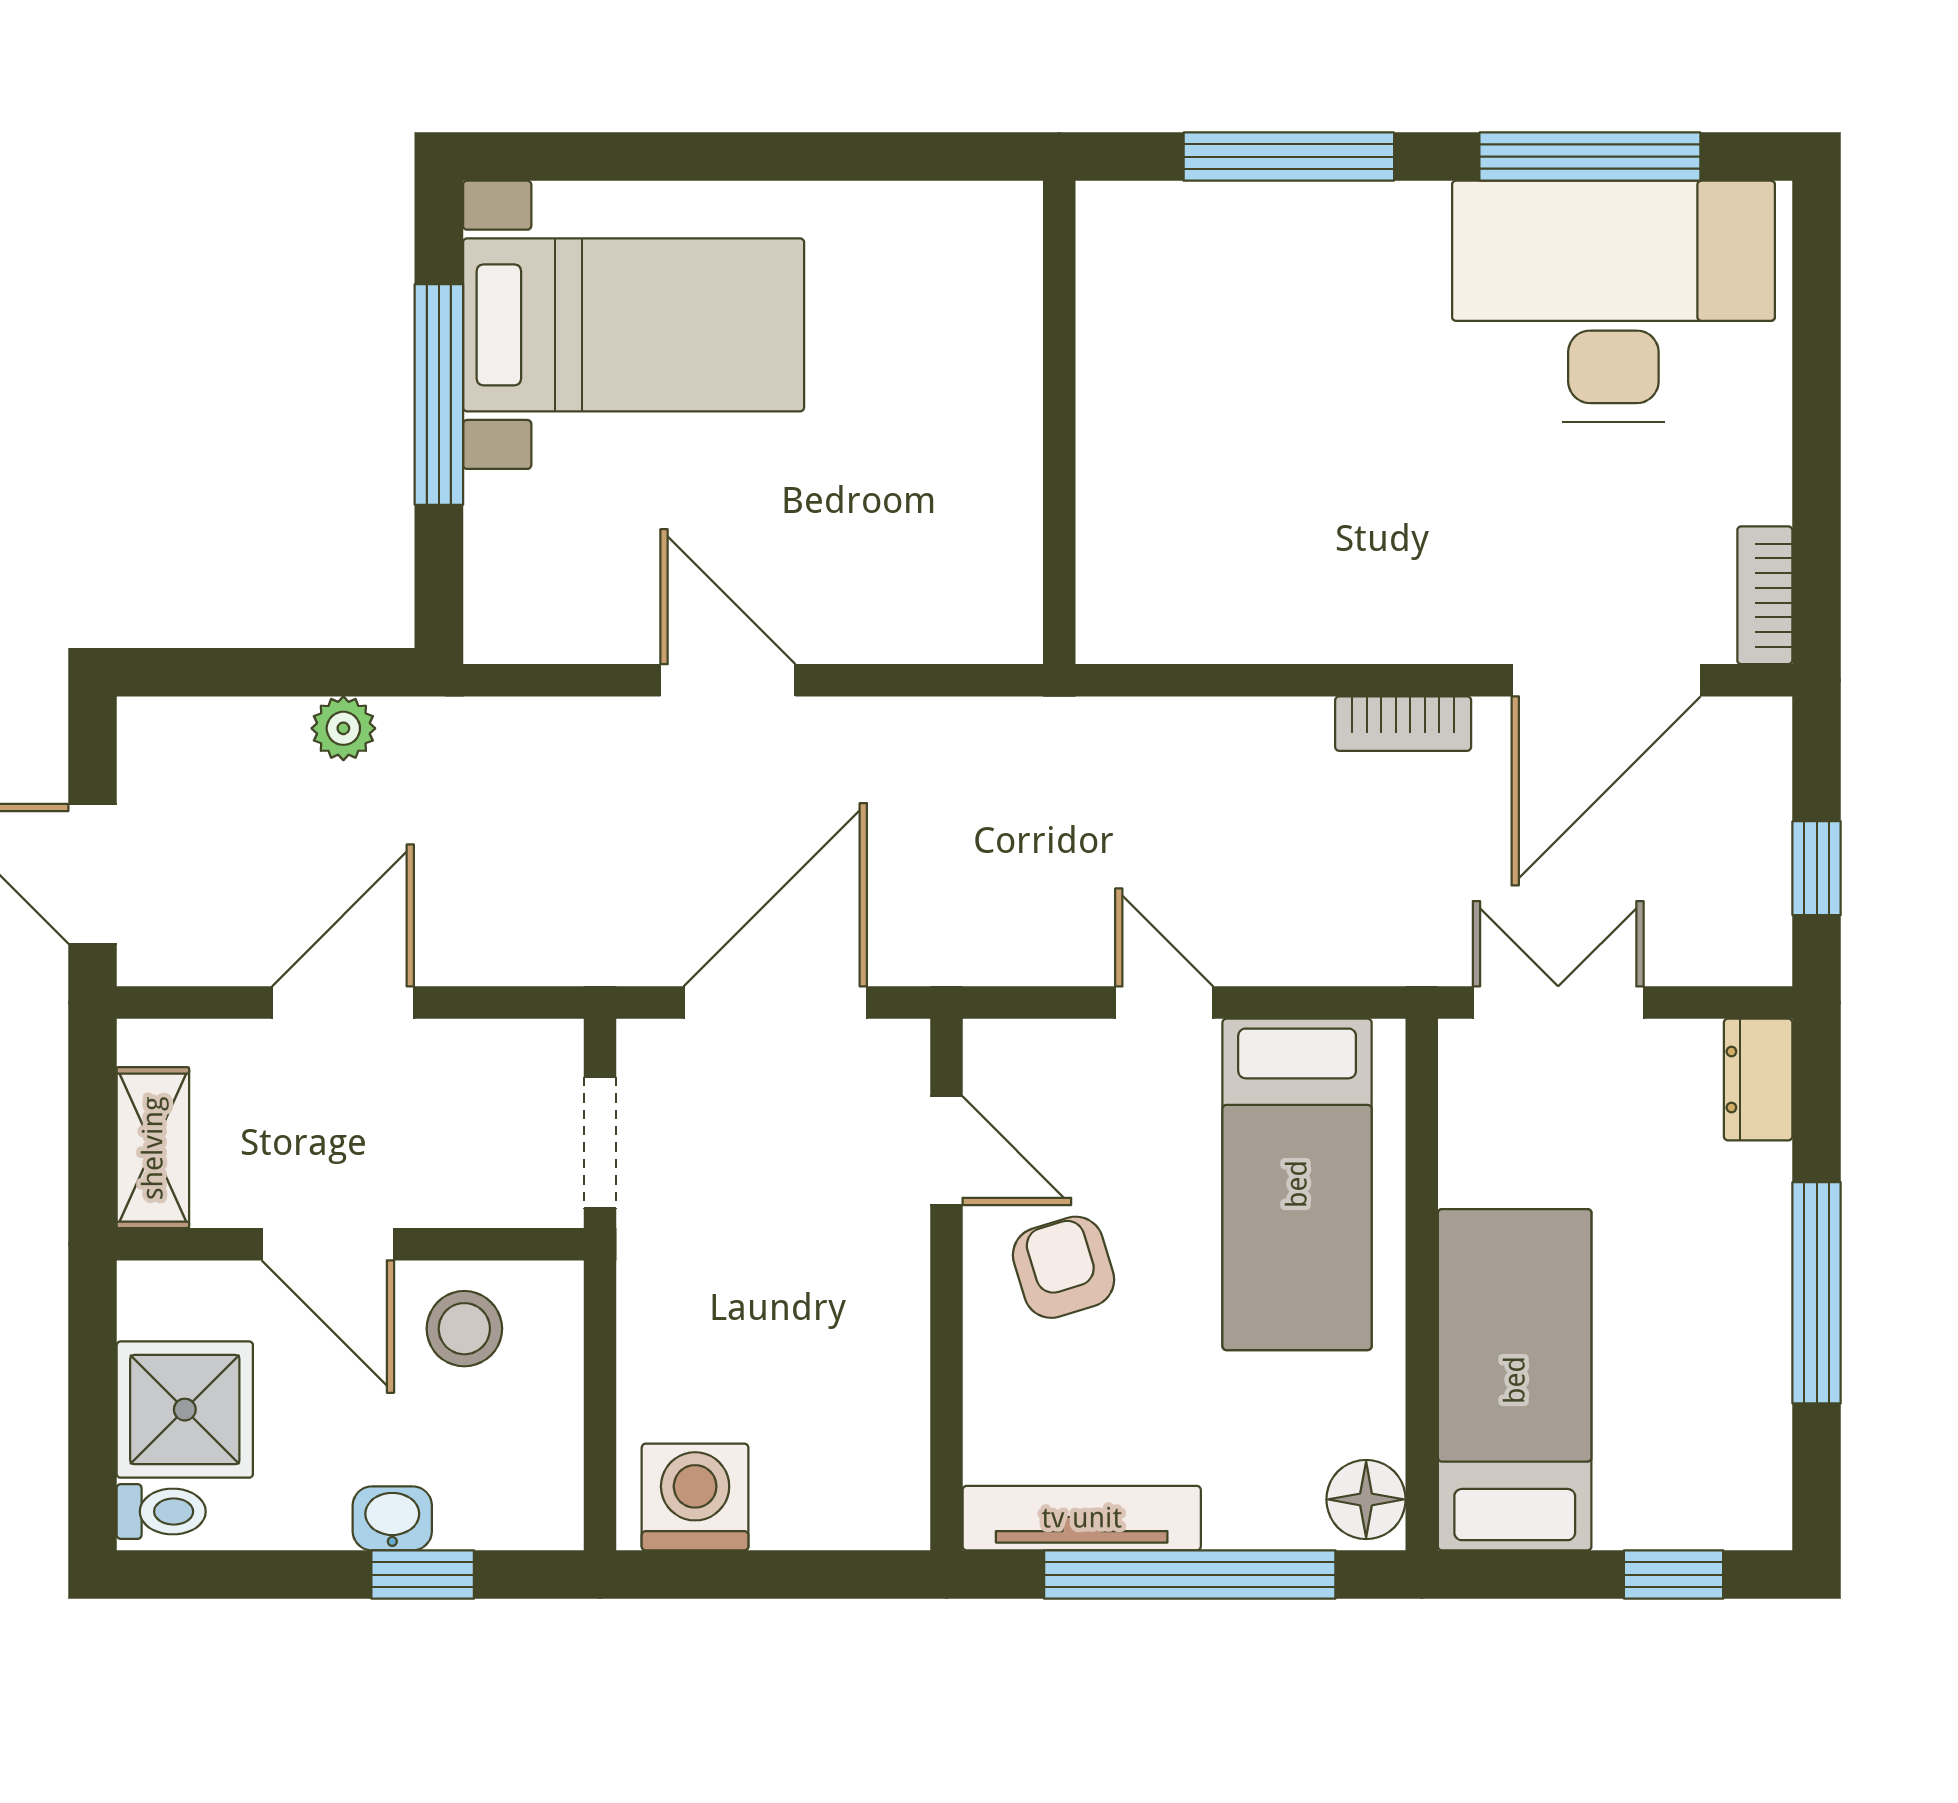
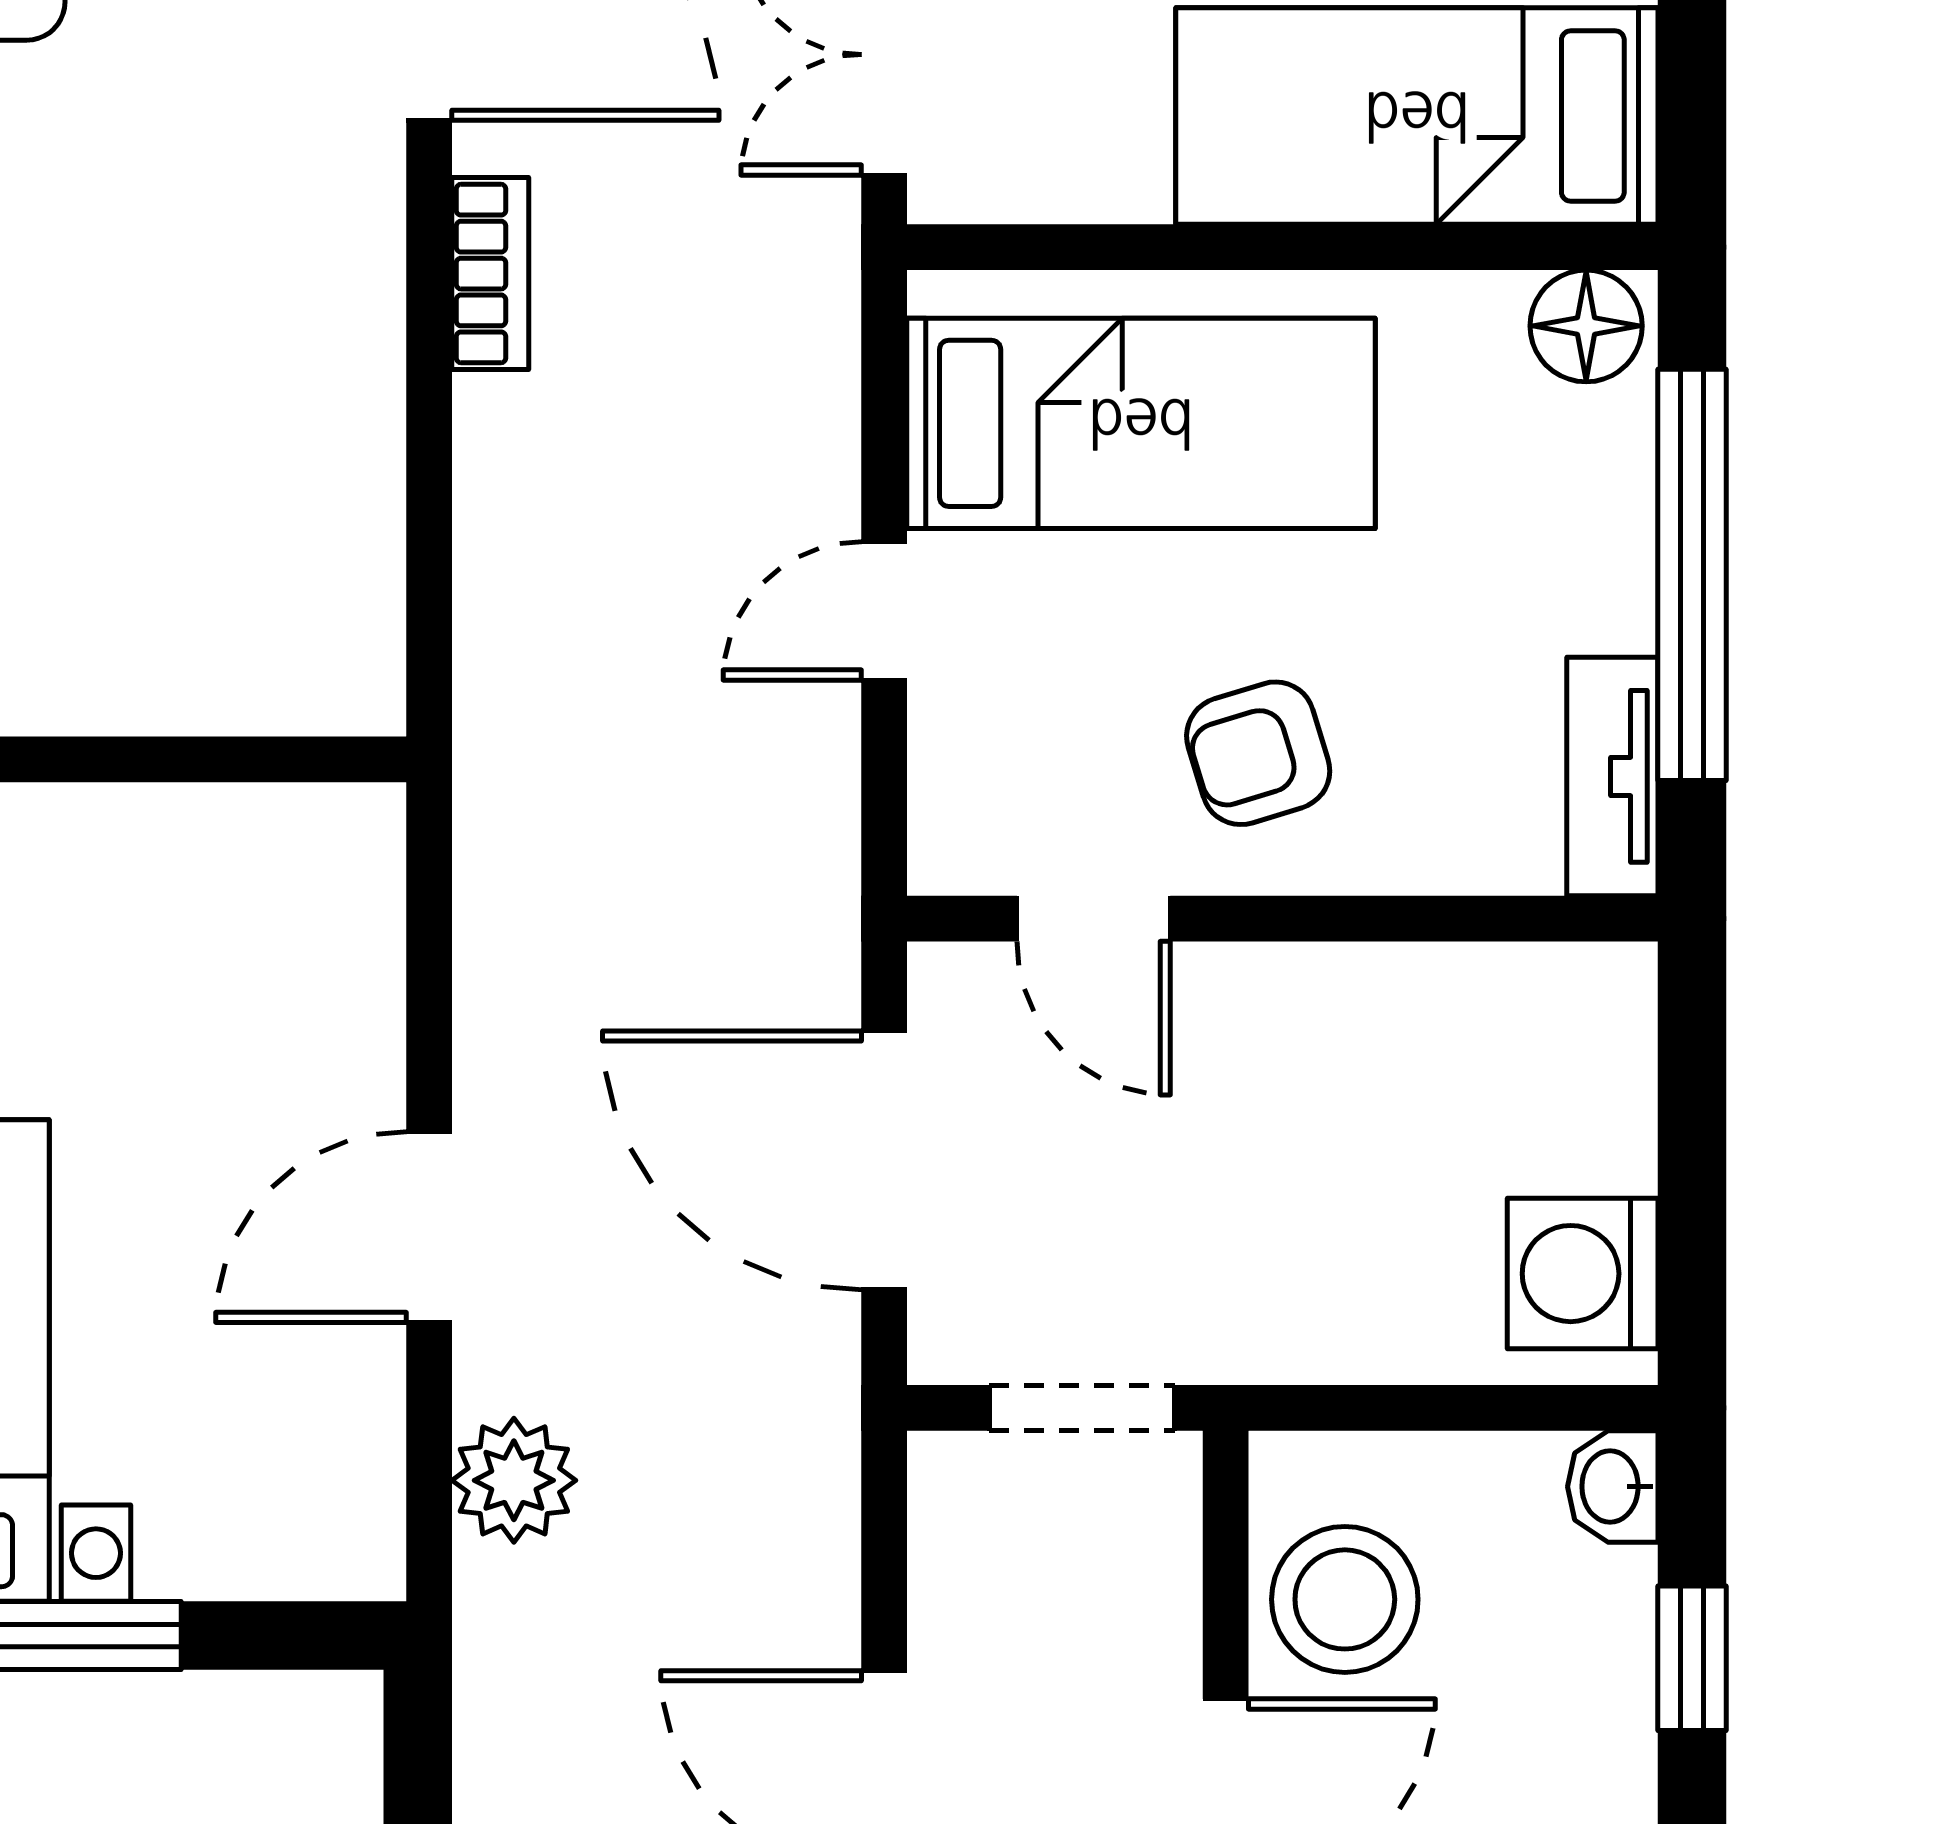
plant: (343, 728) -> (514, 1480), moved, width x1.38, depth x1.38
door: (946, 1151) -> (1094, 919), swing flipped
stool: (464, 1329) -> (1345, 1599), width x1.38, depth x1.38
washbasin: (392, 1518) -> (1613, 1487), moved
tv unit: (1082, 1518) -> (1612, 776), width x0.71

